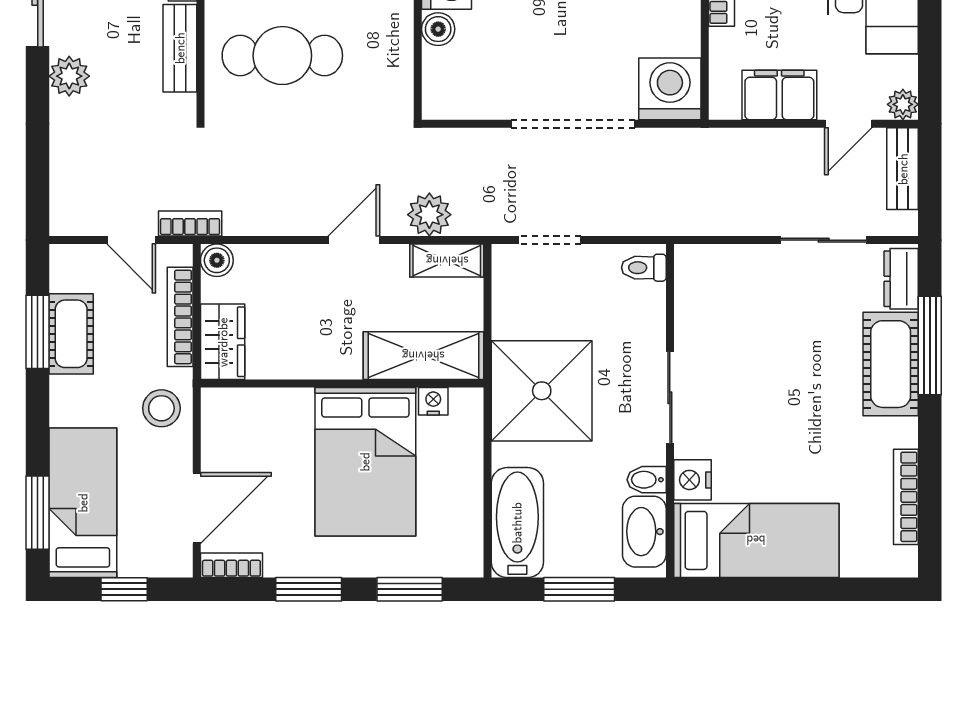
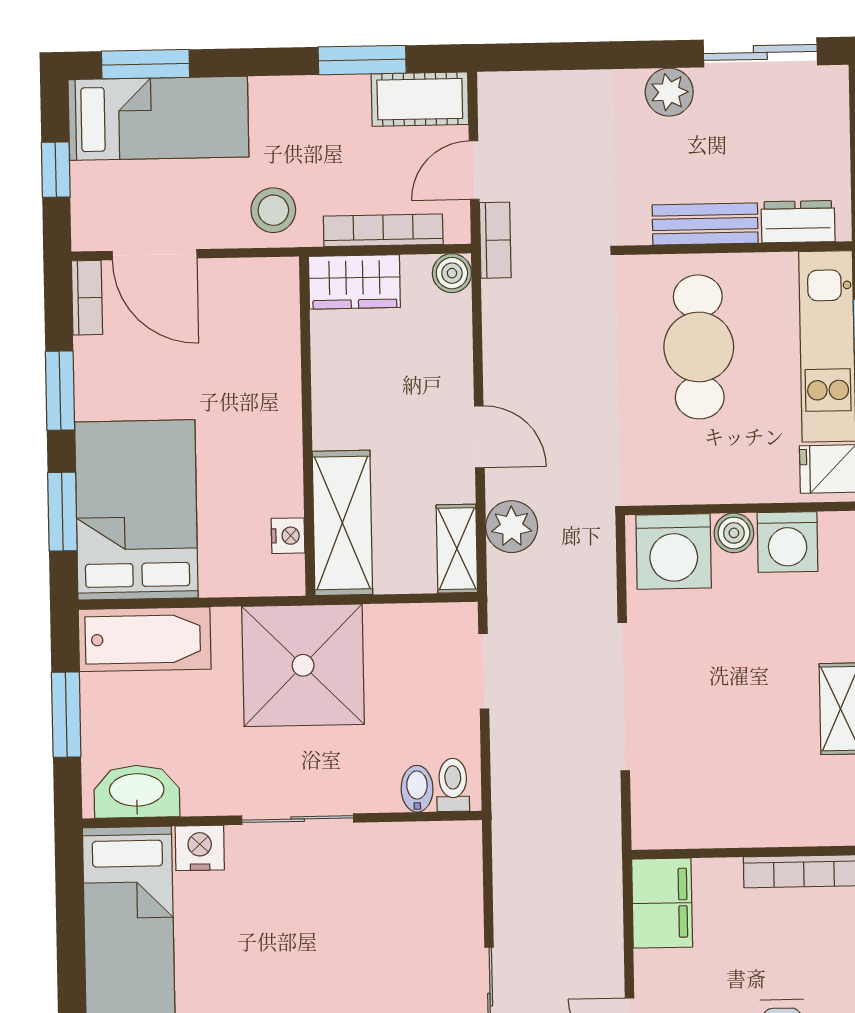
washing machine: (670, 89) -> (674, 551), moved, turned 90
filing cabinet: (779, 95) -> (662, 903), moved
cot: (71, 334) -> (420, 99), moved
bed: (365, 462) -> (136, 510), moved, turned 90
bidet: (647, 480) -> (417, 789), moved

